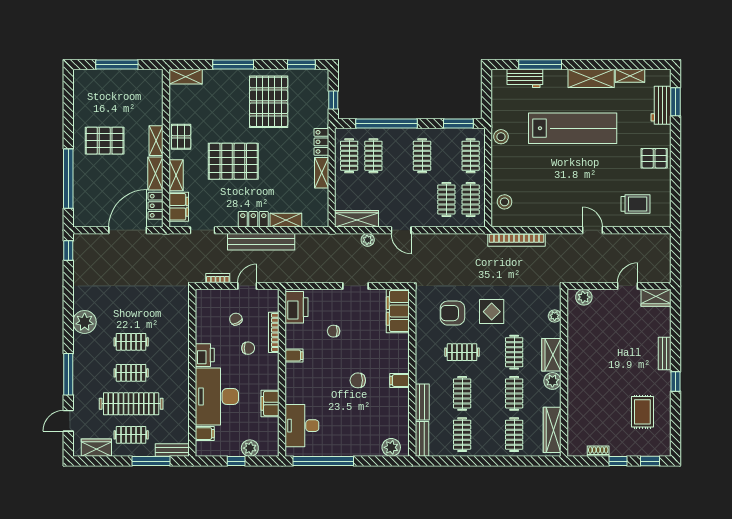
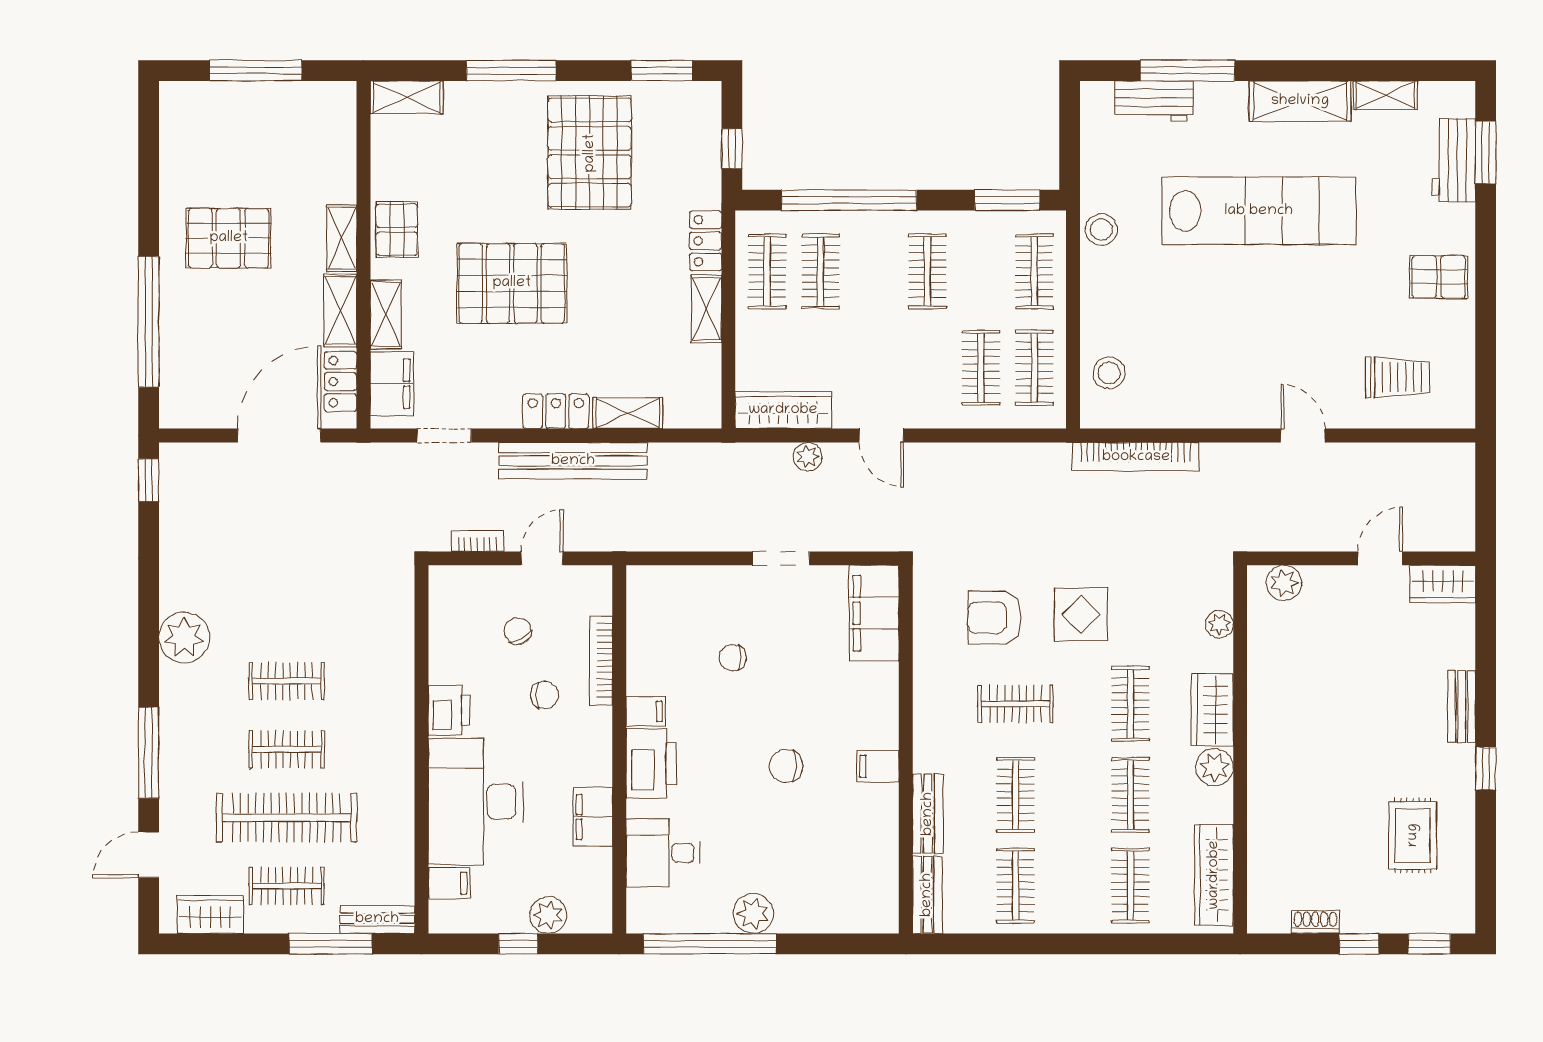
printer: (297, 307) -> (651, 764), moved
desk: (302, 426) -> (663, 853), width x0.73
plant: (391, 447) -> (753, 914), moved

